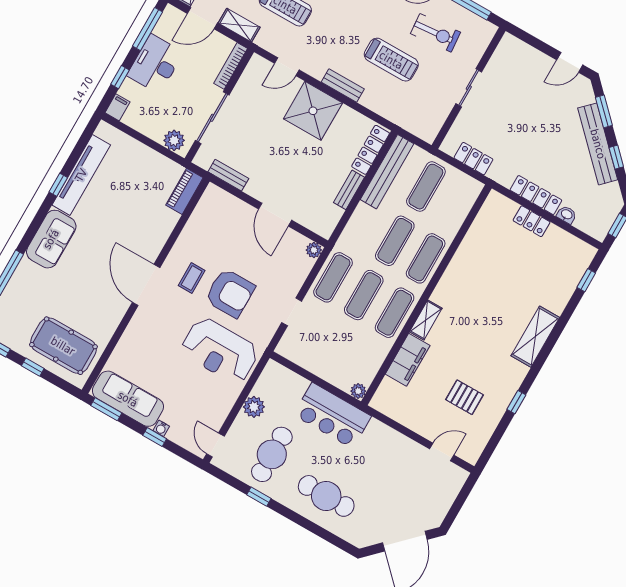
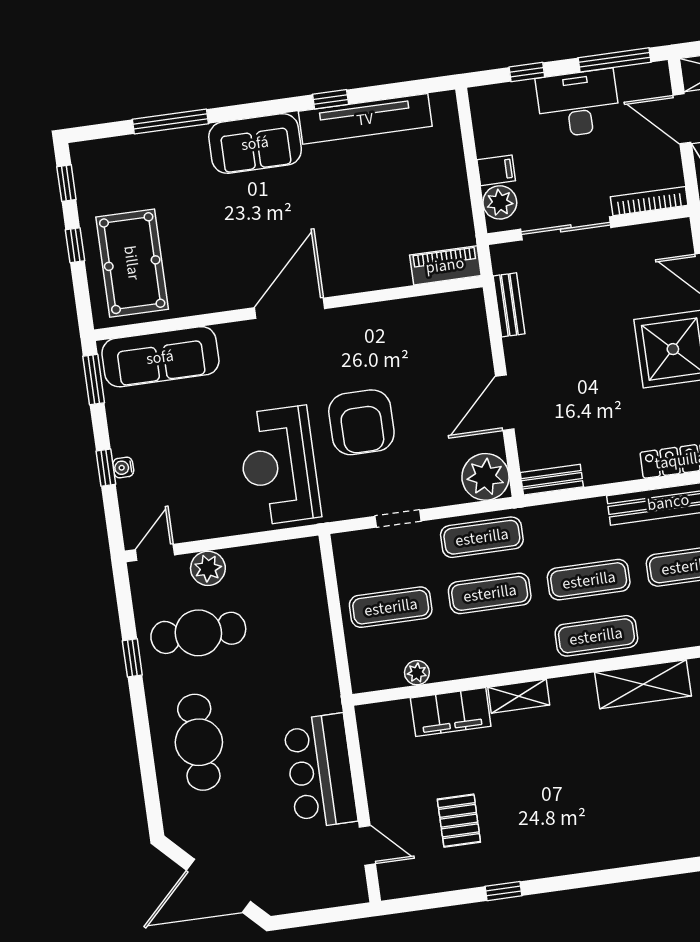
filing cabinet: (117, 107) -> (496, 170), moved
bench: (349, 190) -> (552, 480), moved
plant: (314, 250) -> (485, 477), width x1.88, depth x1.88
coffee table: (192, 278) -> (343, 359), removed
exercise mat: (395, 313) -> (391, 607), moved
shelving: (535, 337) -> (643, 684), moved
plant: (358, 391) -> (417, 673), moved
sofa: (128, 399) -> (160, 357), moved, turned 90
plant: (254, 407) -> (208, 568), moved
bar counter: (332, 416) -> (320, 771), moved

